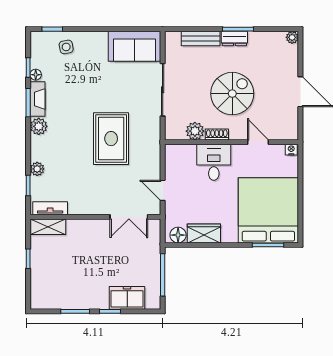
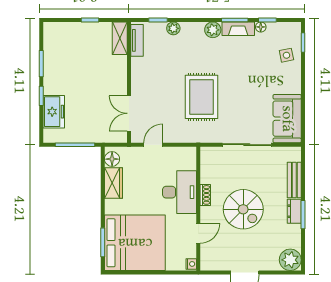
plant: (292, 37) -> (290, 260), width x1.88, depth x1.88
plant: (195, 131) -> (208, 175), removed
rug: (111, 139) -> (201, 97), turned 90
desk: (214, 162) -> (180, 192), width x1.37

